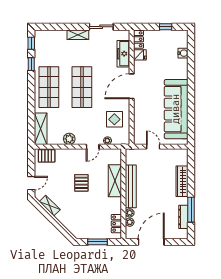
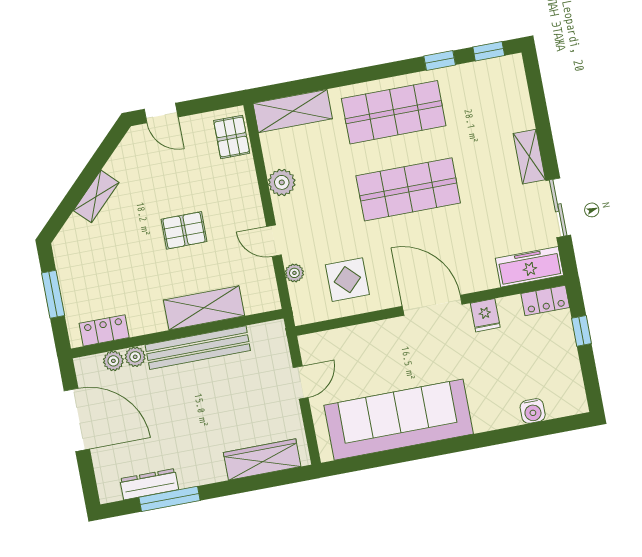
window: (166, 27) -> (581, 331), moved
freezer: (123, 54) -> (530, 267), moved
fridge: (140, 55) -> (485, 315), moved
wardrobe: (182, 181) -> (262, 460), moved
shelving: (50, 206) -> (96, 196), moved

